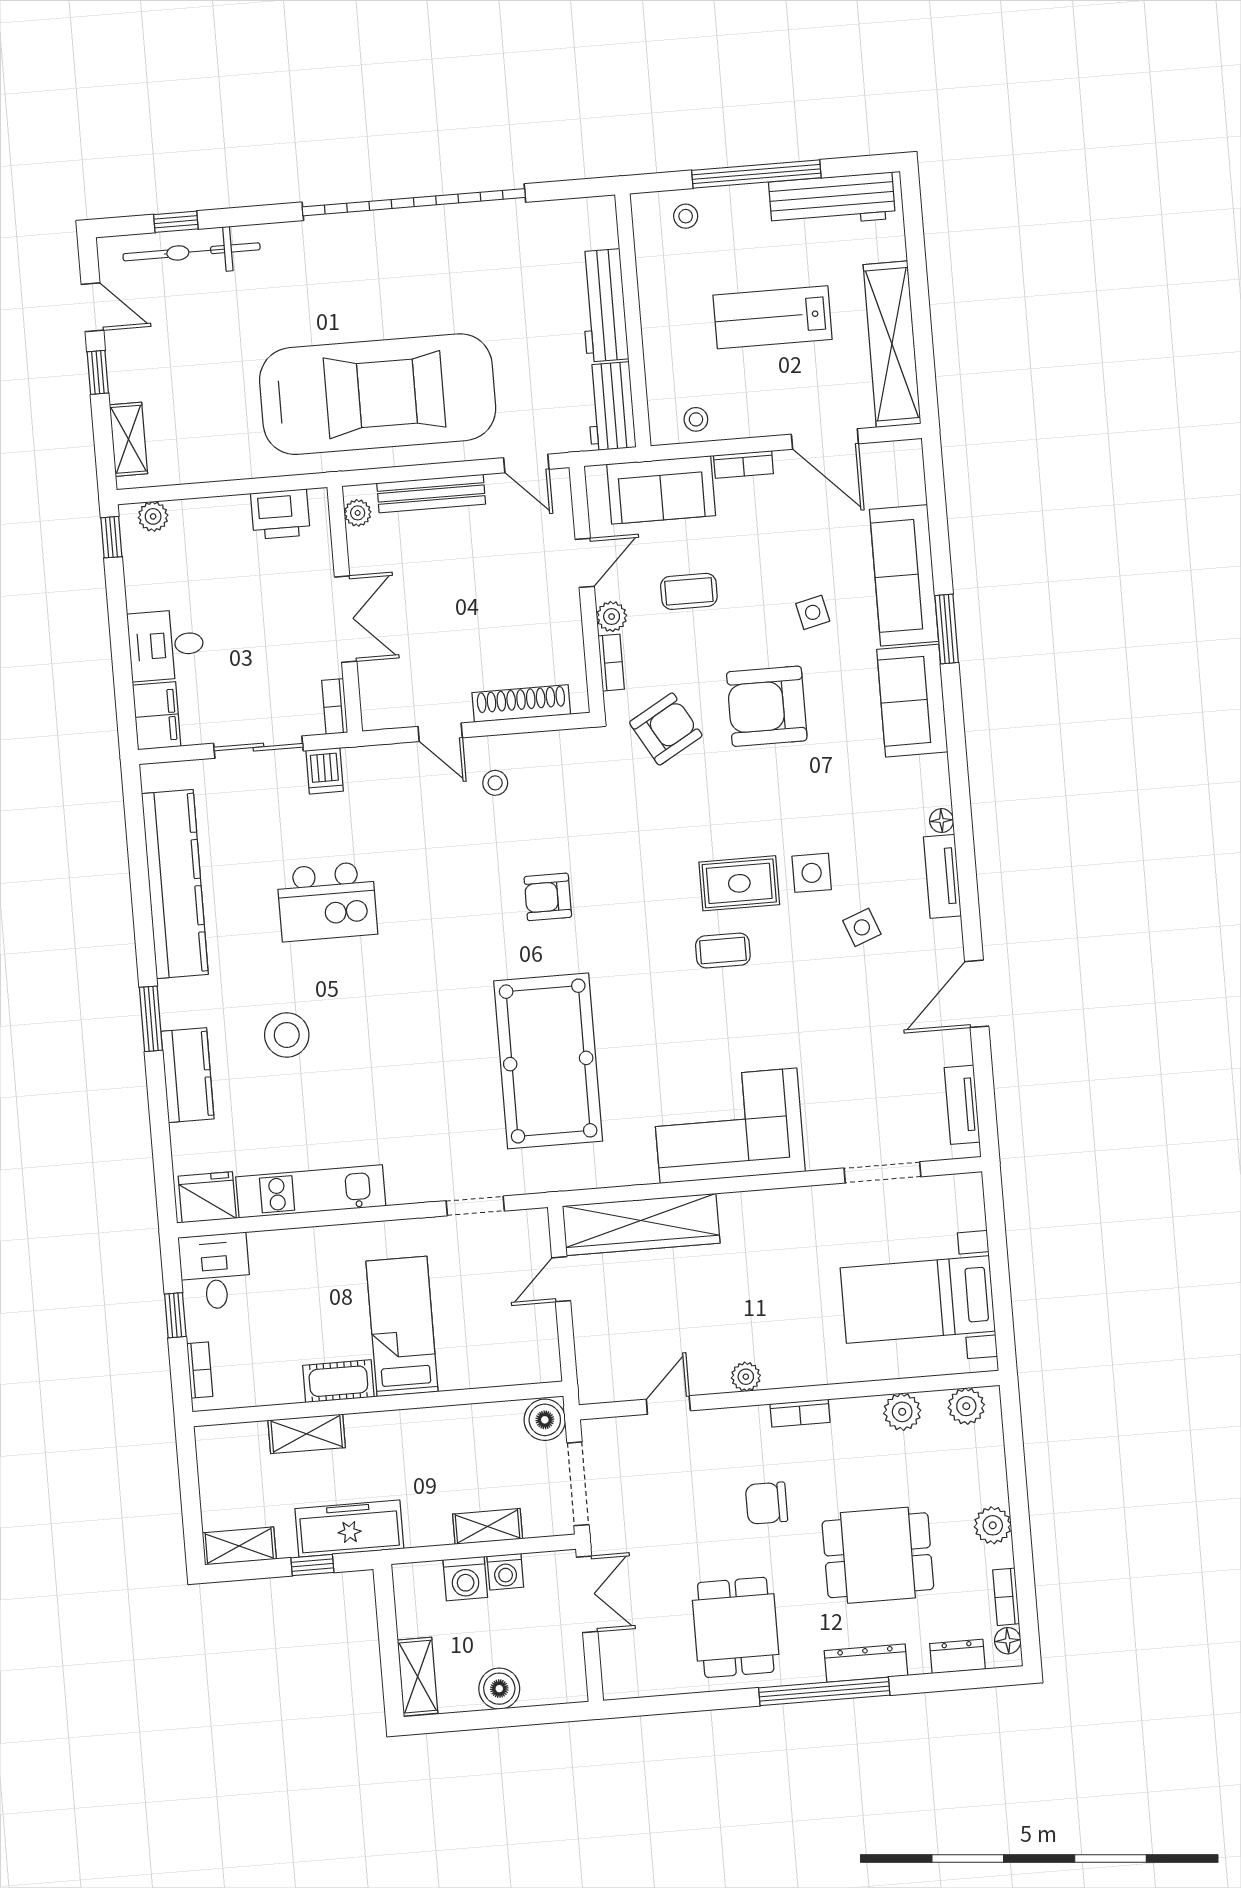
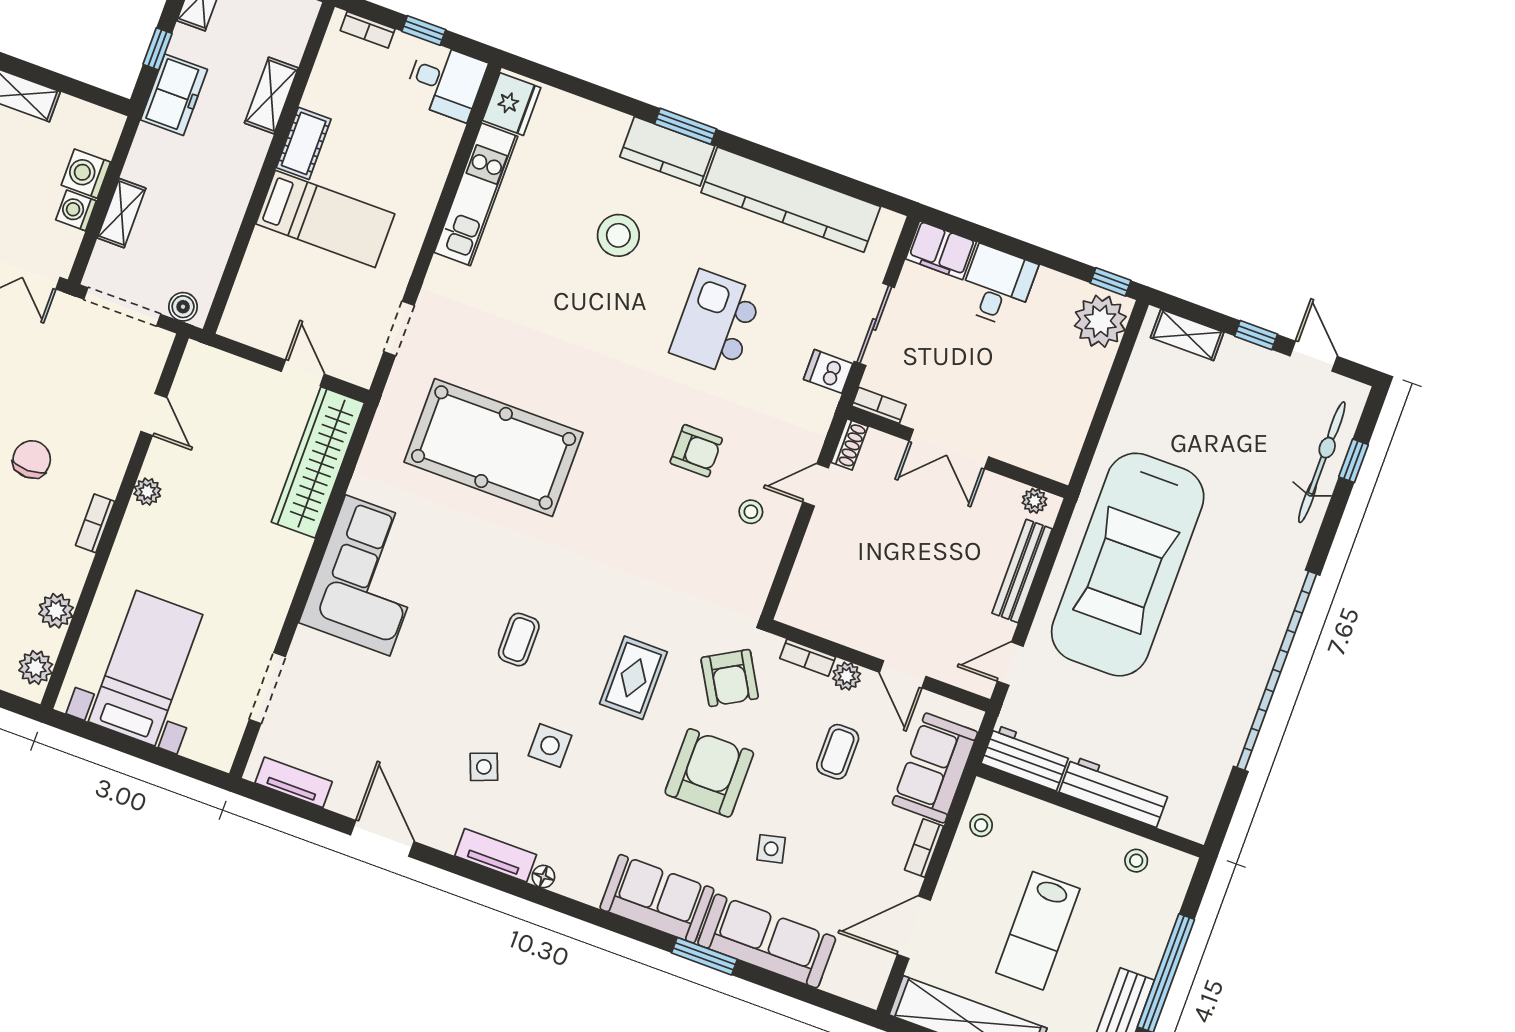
stool: (686, 216) -> (1136, 861), moved
door: (92, 307) -> (1314, 356), swing flipped
lab bench: (773, 317) -> (1038, 931), turned 180
printer: (280, 514) -> (1064, 435), removed
plant: (153, 516) -> (1100, 321), width x1.87, depth x1.87
shoe rack: (521, 703) -> (850, 444), moved, width x0.51, depth x0.81
rug: (739, 883) -> (633, 678), moved
armchair: (548, 897) -> (696, 451), moved, turned 90
kitchen counter: (187, 1075) -> (667, 151), moved
boiler: (545, 1420) -> (183, 307), width x0.73, depth x0.73
freezer: (349, 1529) -> (174, 95), width x0.71

